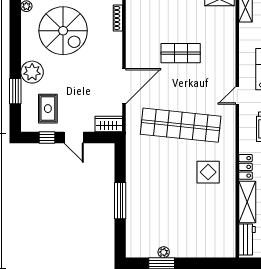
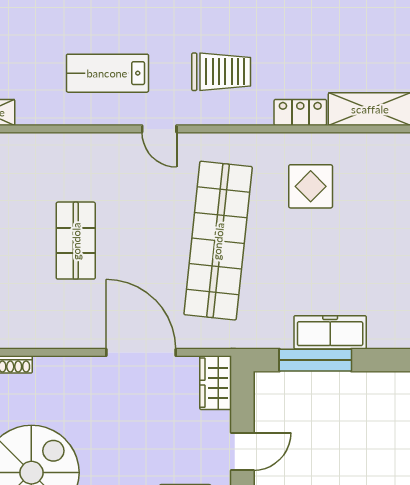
freezer: (134, 182) -> (330, 332), added
window: (120, 201) -> (315, 360), moved

